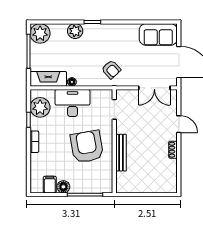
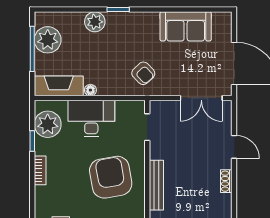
plant: (40, 33) -> (48, 40), moved
sofa: (158, 34) -> (186, 26), moved

